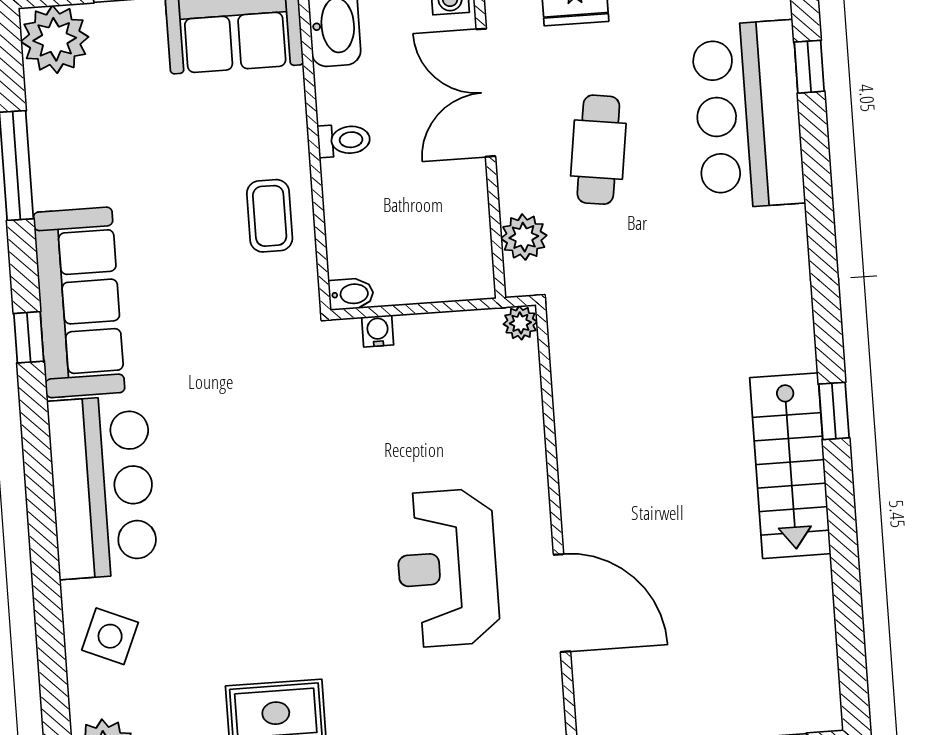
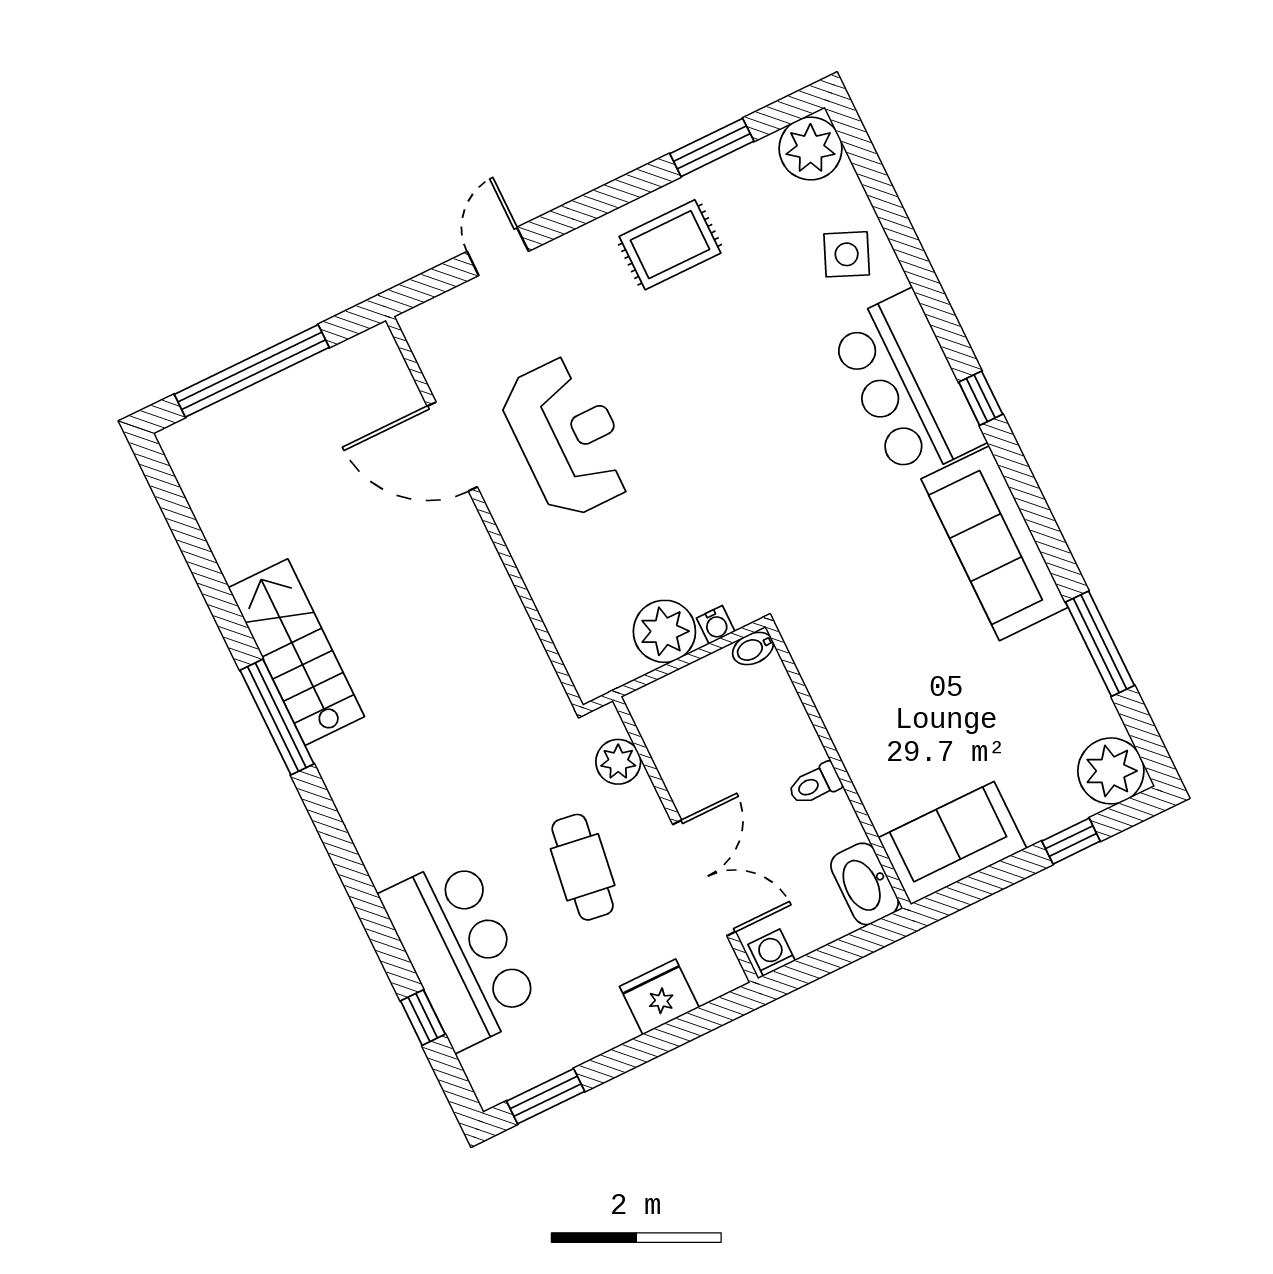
coffee table: (270, 216) -> (854, 690), removed
plant: (520, 323) -> (664, 631), moved, width x1.88, depth x1.88
window: (29, 337) -> (981, 398), moved
window: (834, 411) -> (277, 717), width x2.17

